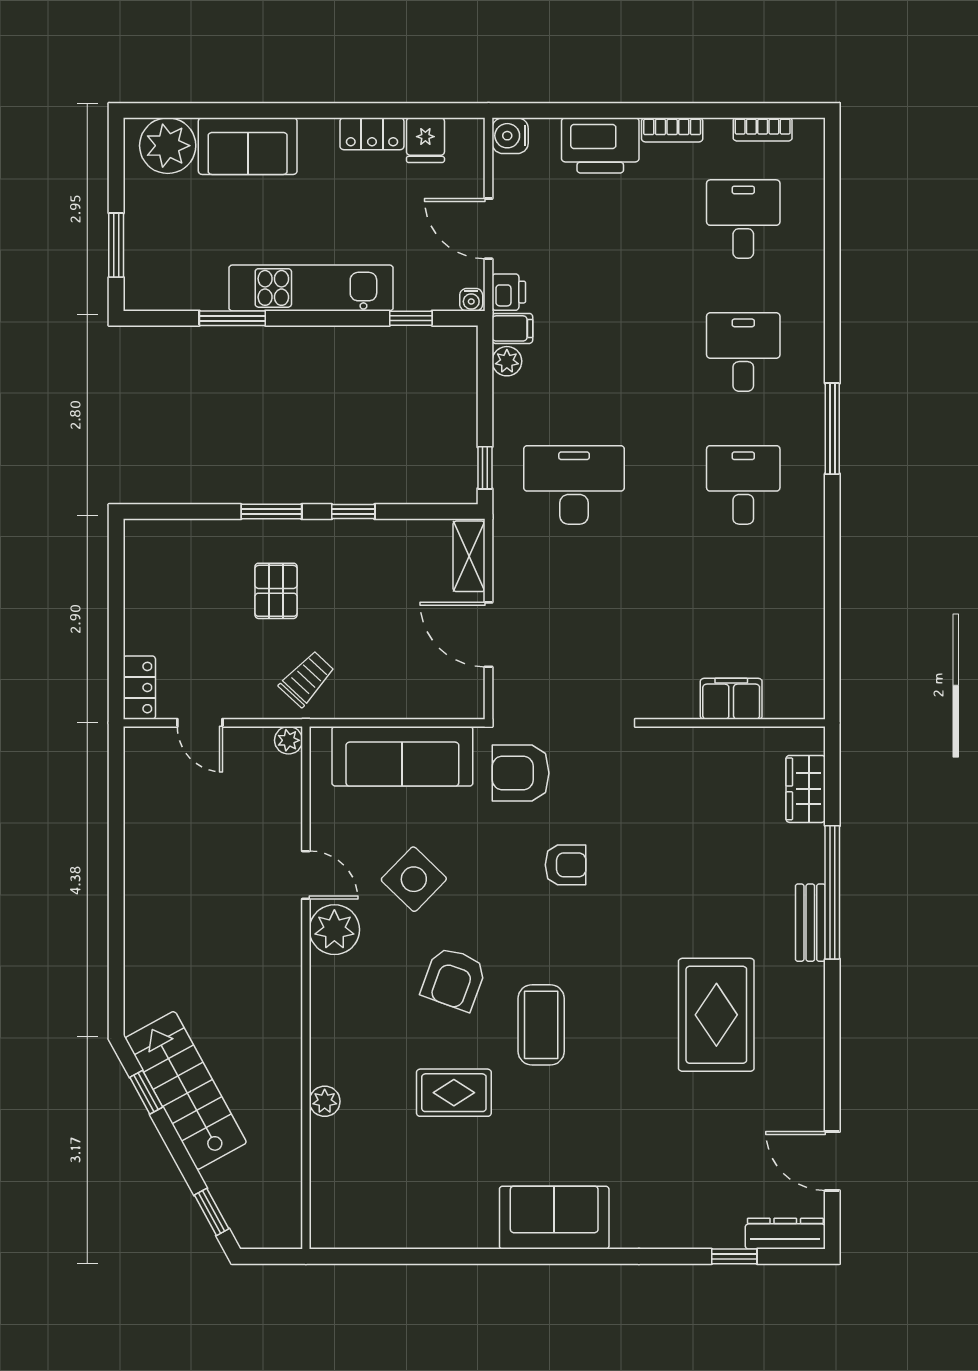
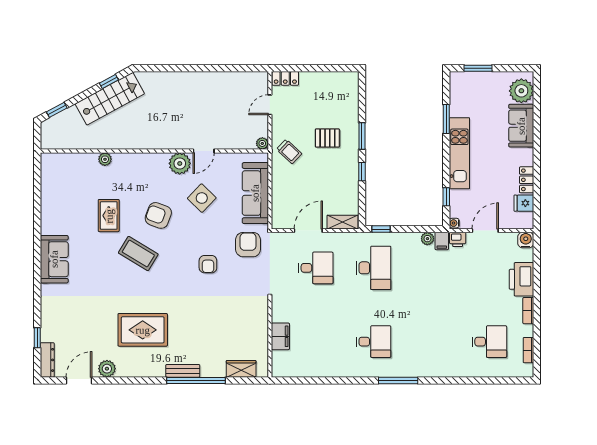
desk: (743, 352) -> (316, 268), moved
coffee table: (541, 1025) -> (138, 254), turned 31
plant: (805, 1097) -> (107, 369), added

